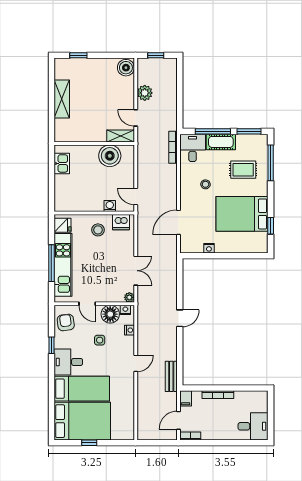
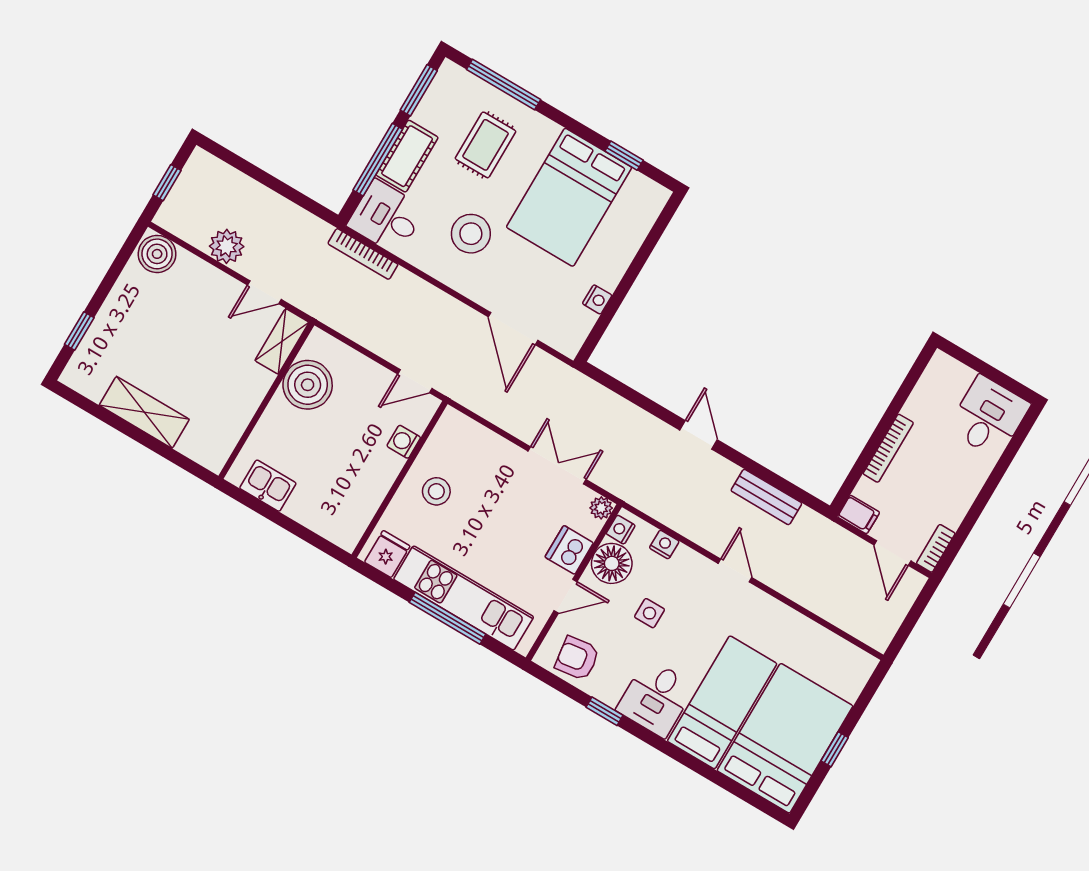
stool: (205, 184) -> (471, 234), width x1.89, depth x1.89
dishwasher: (121, 222) -> (569, 550), moved, turned 180
bench: (171, 376) -> (766, 497), moved

